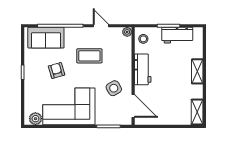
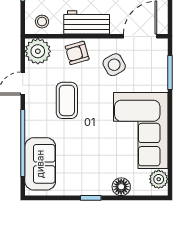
plant: (127, 32) -> (38, 51), width x1.87, depth x1.87
armchair: (57, 70) -> (77, 53), moved
floor lamp: (30, 93) -> (121, 187), added

